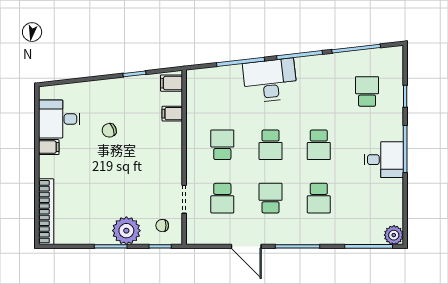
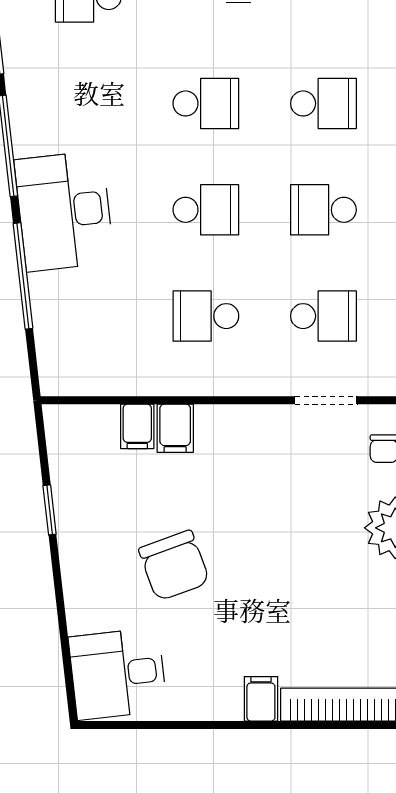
filing cabinet: (172, 83) -> (175, 428), moved
desk: (59, 119) -> (118, 674), moved, turned 84
chair: (109, 130) -> (174, 566), width x1.87, depth x1.87
filing cabinet: (49, 147) -> (261, 699), moved

